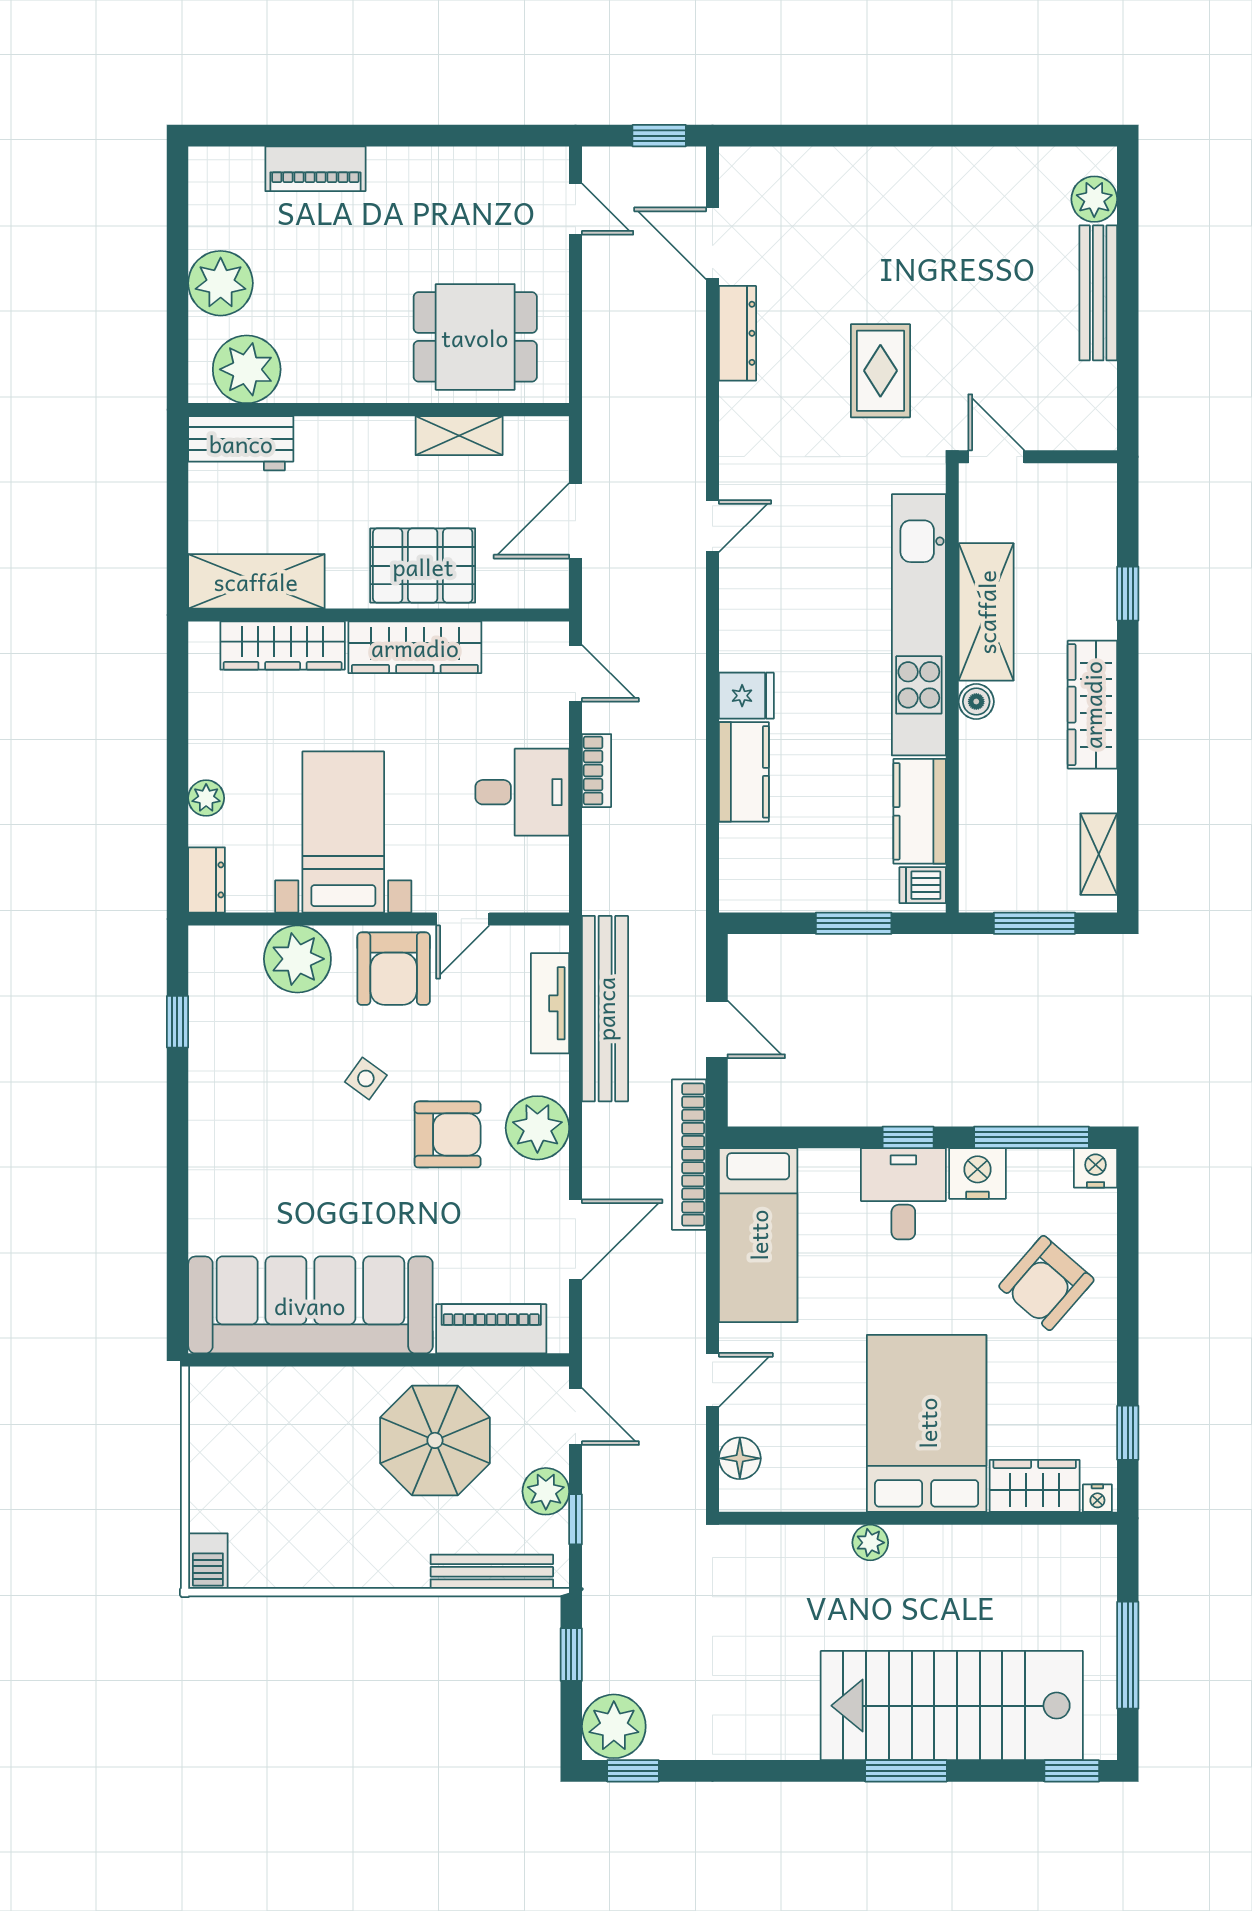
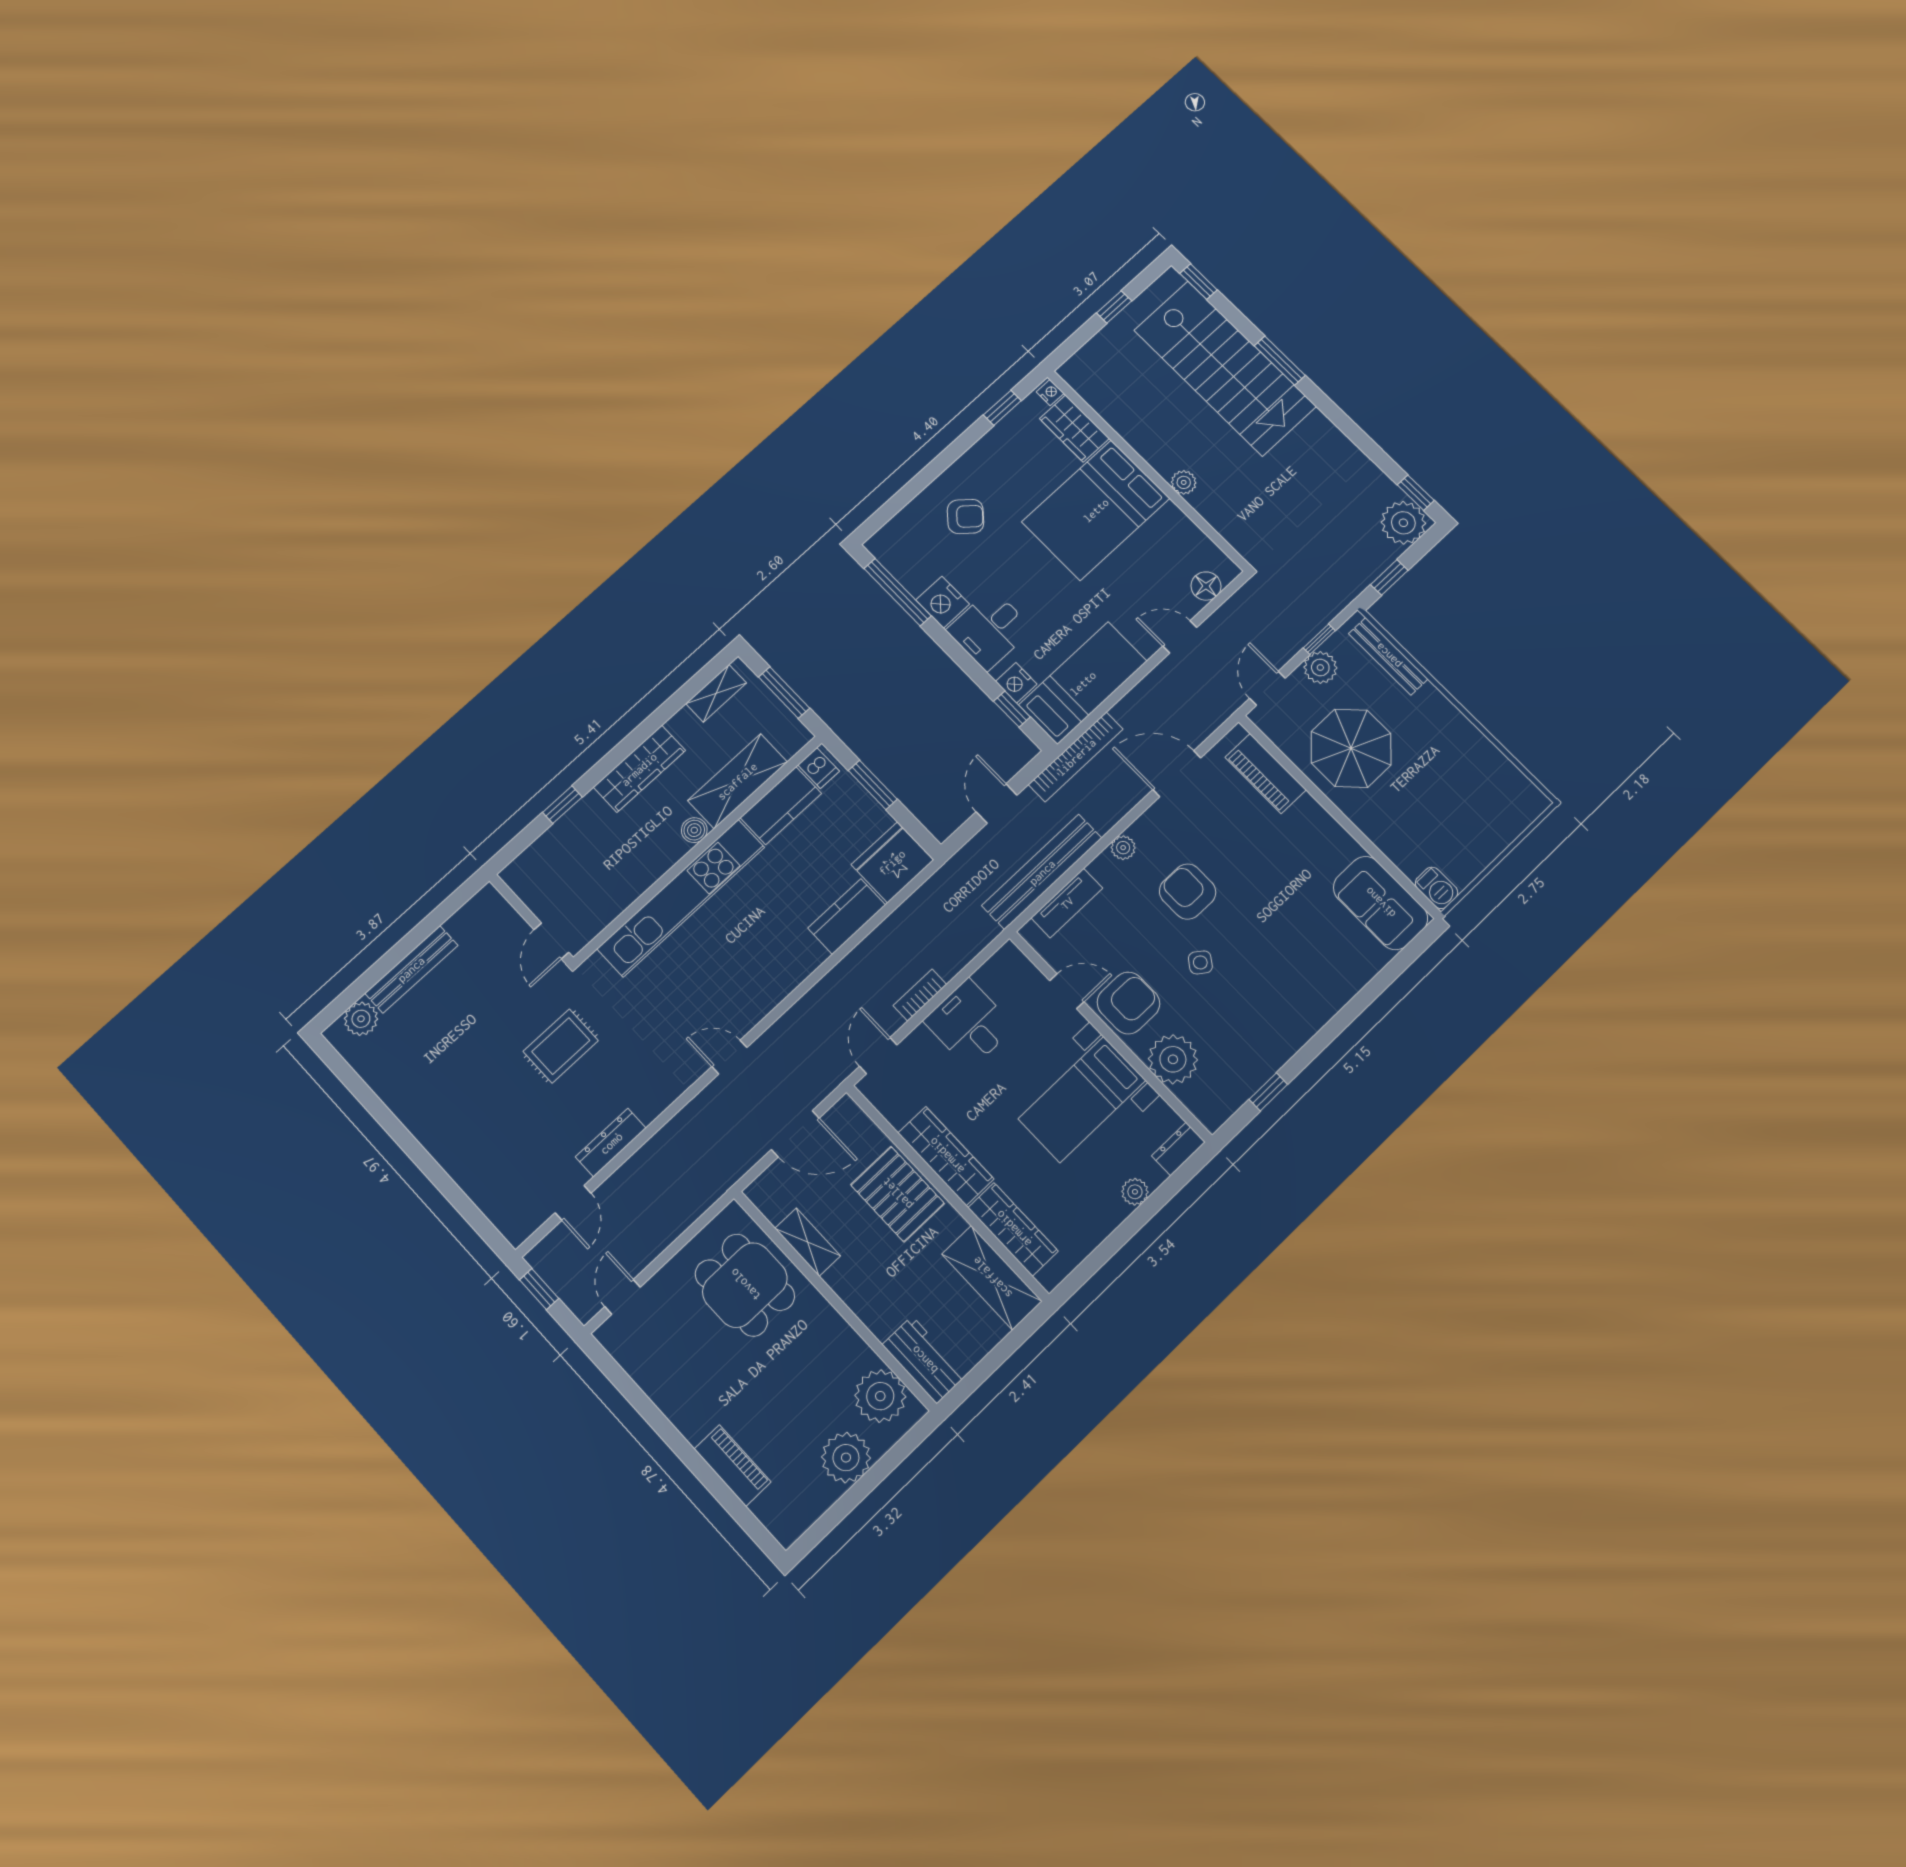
door: (713, 243) -> (573, 1203), width x0.73
shelving: (986, 612) -> (737, 781), moved
fridge: (746, 696) -> (892, 862), moved, width x1.88, depth x1.34
plant: (537, 1128) -> (1123, 848), width x0.53, depth x0.53
window: (908, 1137) -> (1012, 709), moved
nightstand: (1096, 1168) -> (1016, 683), moved
armchair: (1046, 1283) -> (965, 517), width x0.72, depth x0.72
sofa: (310, 1305) -> (1380, 903), width x0.54, depth x0.79
barbecue: (208, 1561) -> (1437, 888), moved, turned 90
window: (1128, 1655) -> (1114, 307), width x0.46

